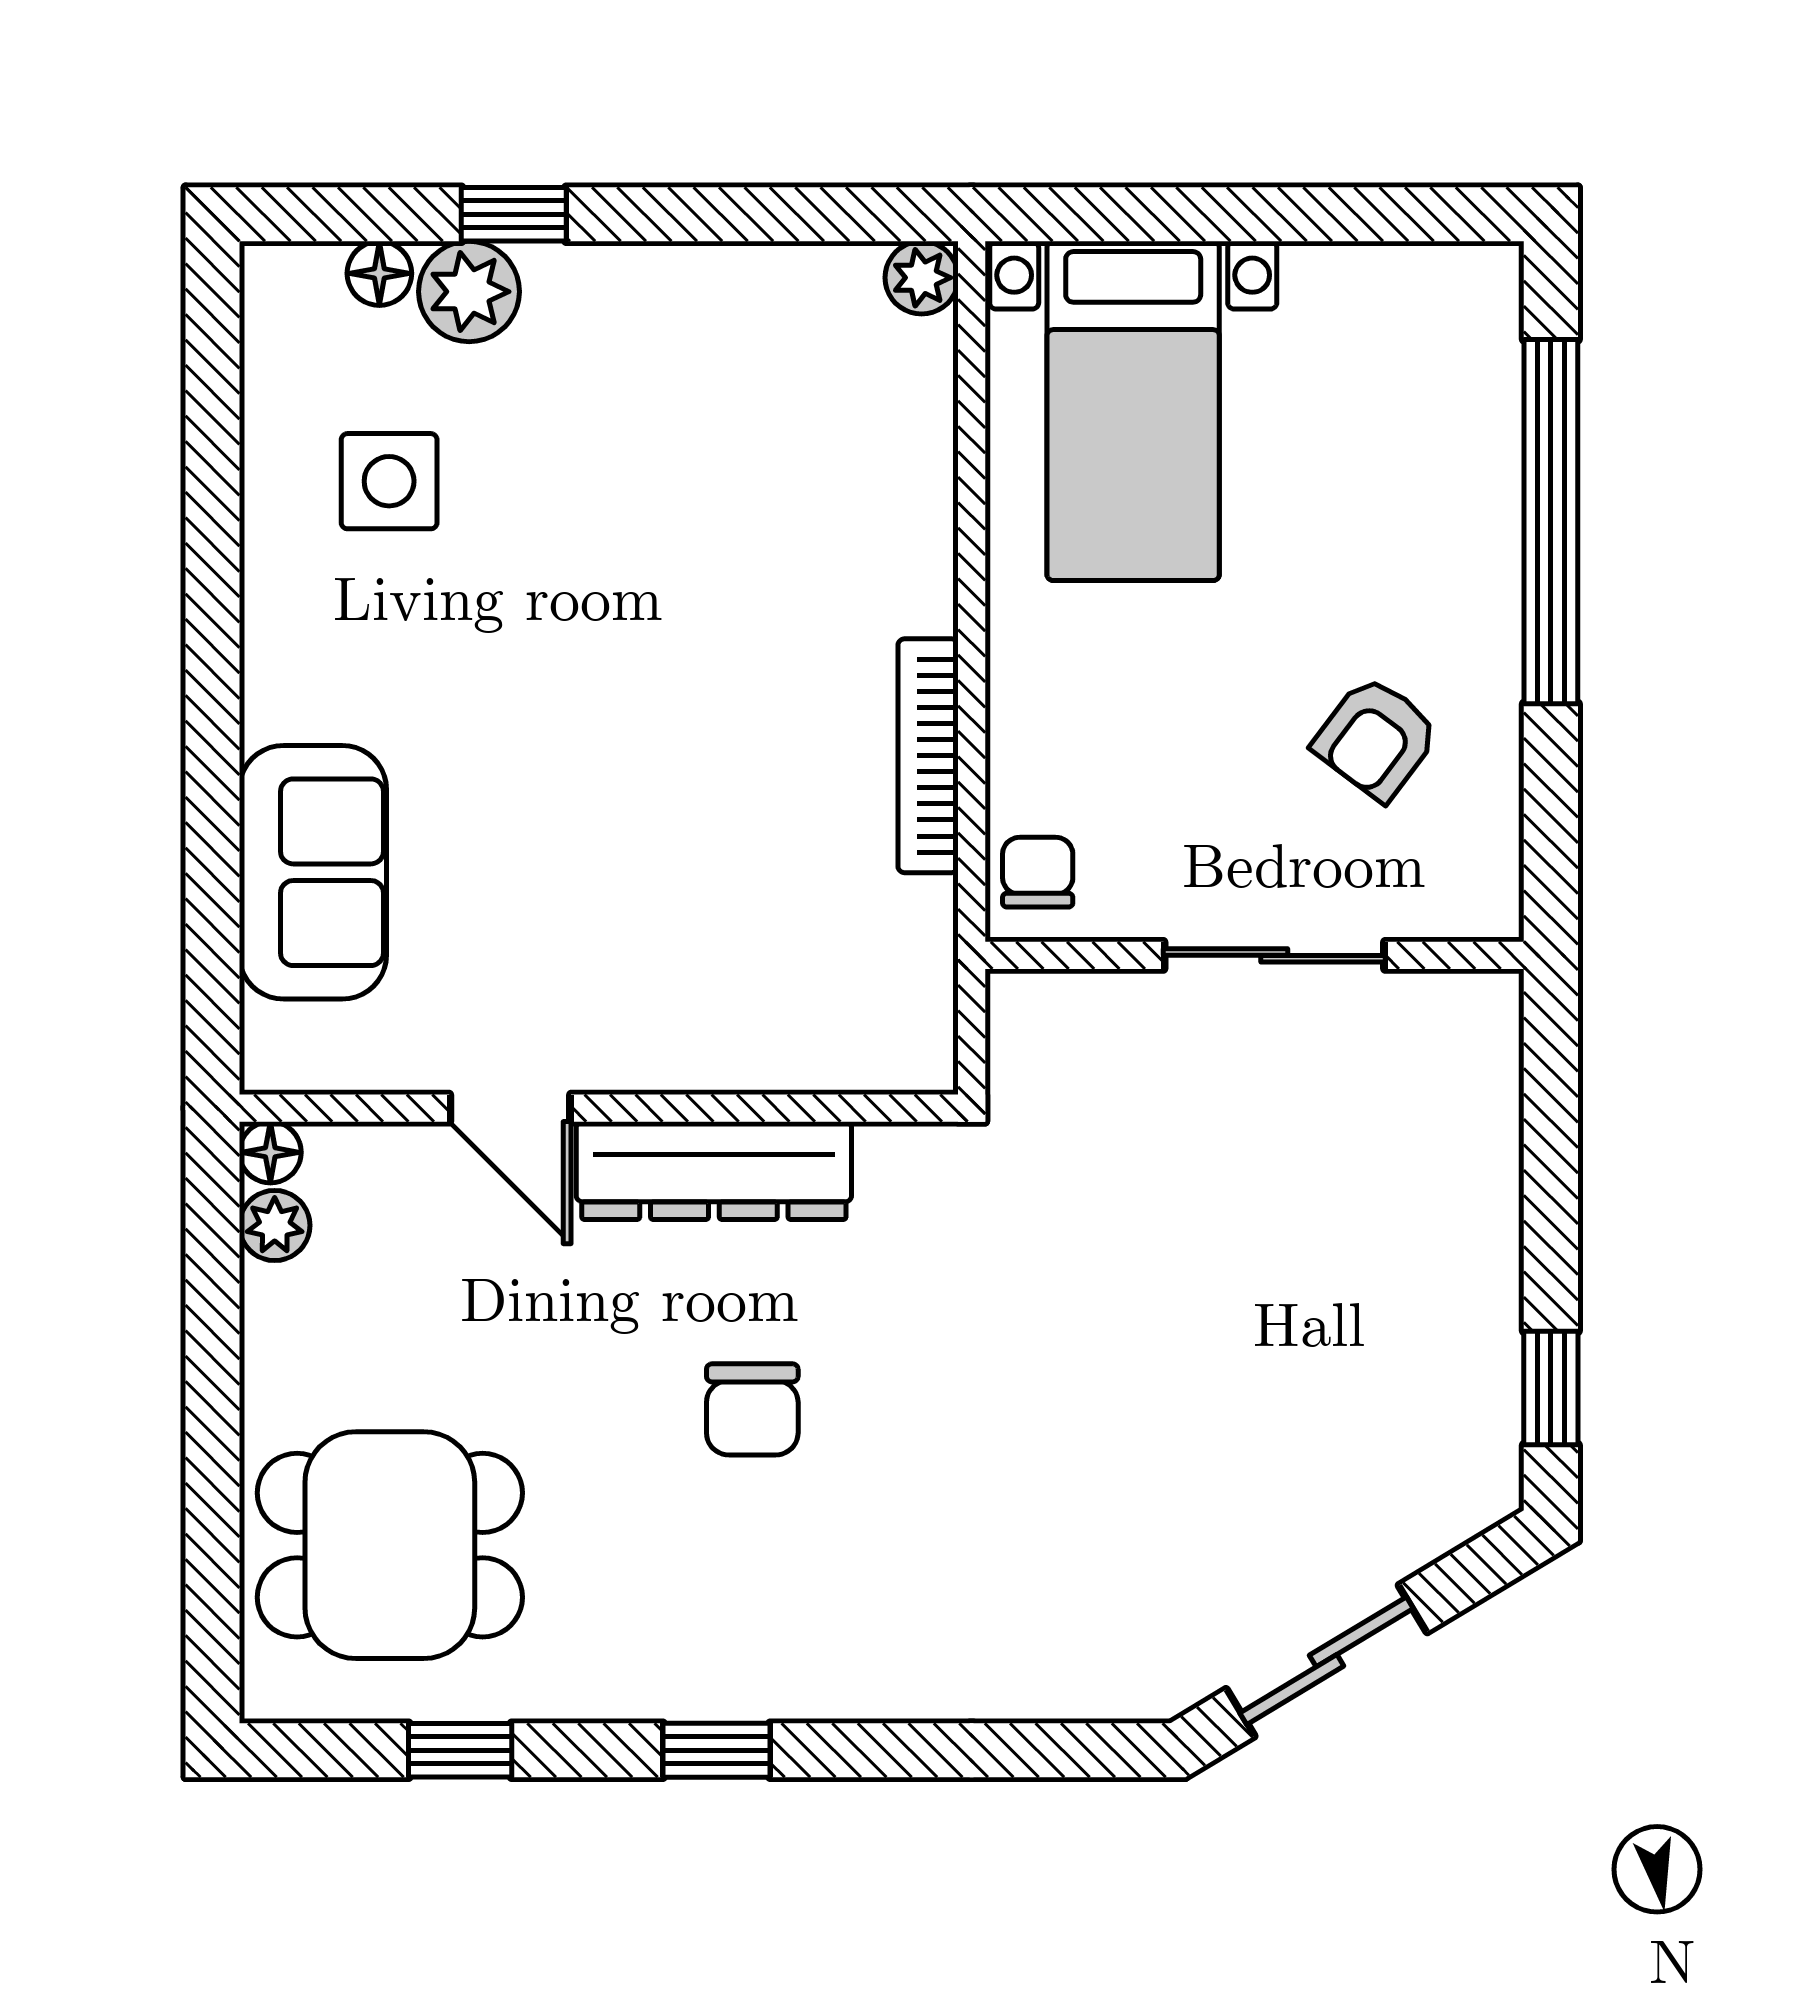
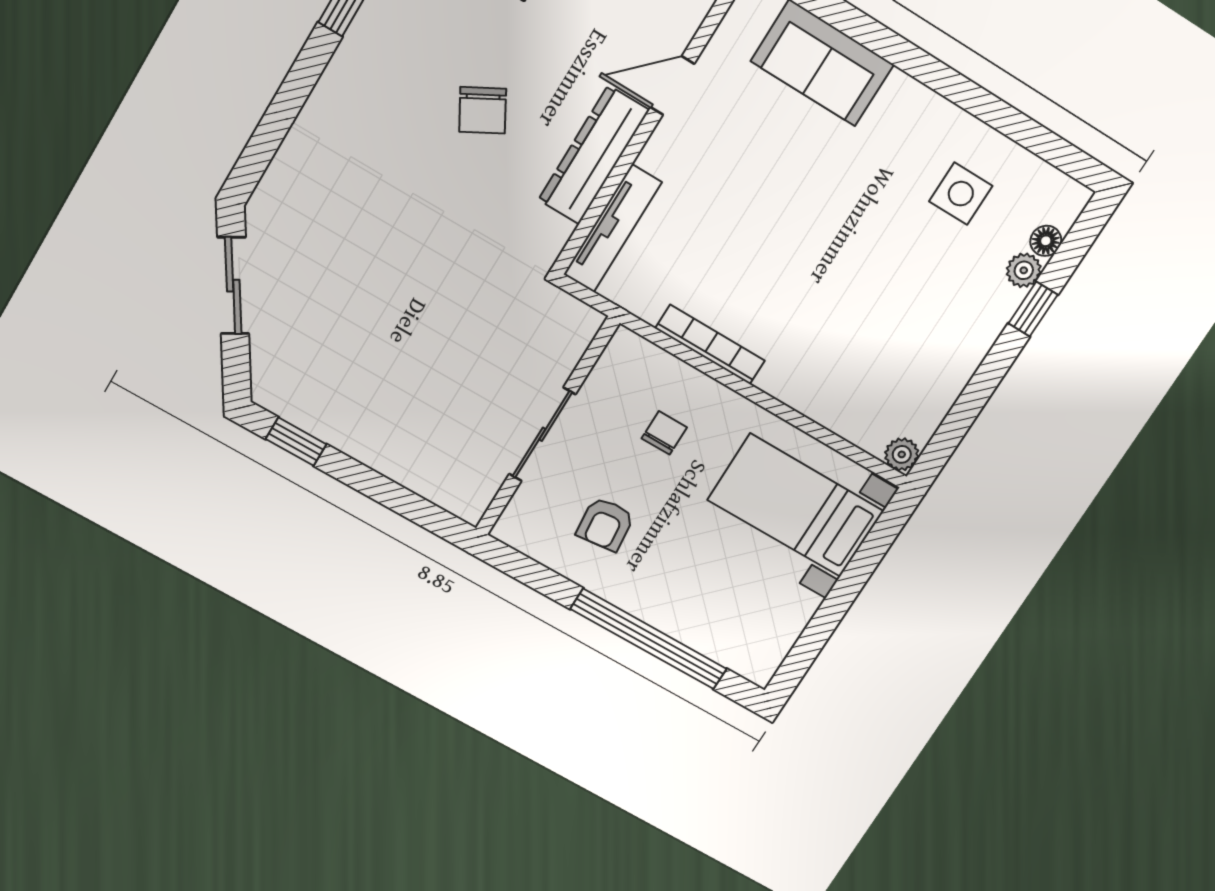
plant: (469, 292) -> (1024, 270), width x0.73, depth x0.73
armchair: (1376, 738) -> (605, 524), turned -133
chair: (1038, 872) -> (664, 433), moved, turned -90
tv unit: (824, 1058) -> (613, 229), added
chair: (752, 1409) -> (483, 110), turned -119

